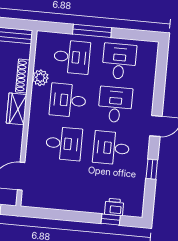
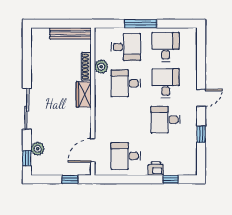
desk: (64, 144) -> (126, 156), moved, turned 180
printer: (114, 207) -> (156, 169), moved

